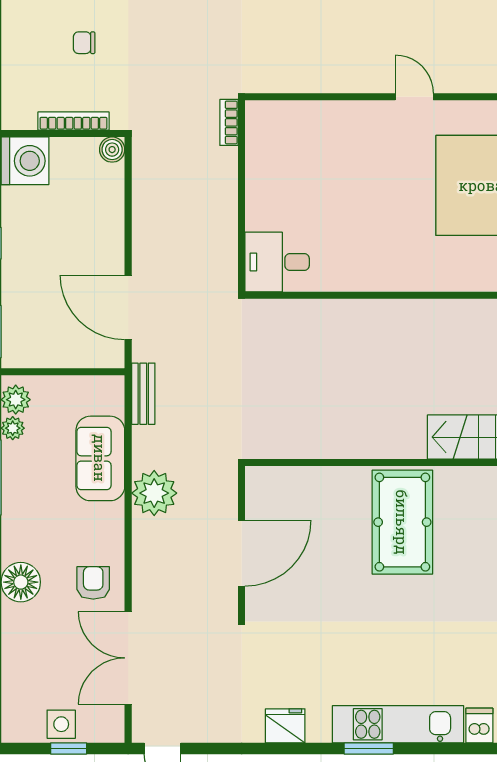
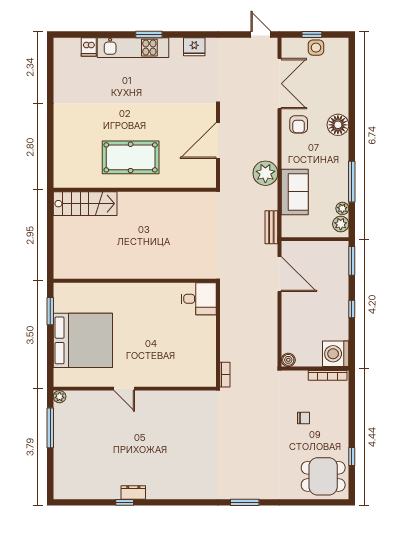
bookcase: (74, 121) -> (328, 375), moved
pool table: (402, 522) -> (131, 157), turned 90

